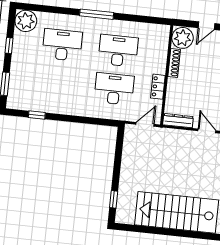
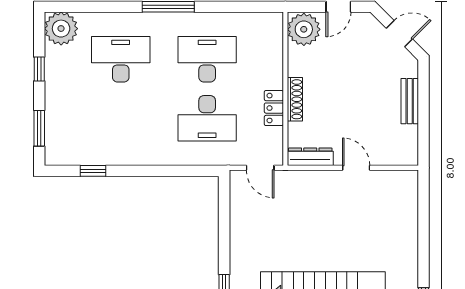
shoe rack: (174, 63) -> (295, 99), moved
desk: (114, 89) -> (207, 118), turned 180
door: (145, 124) -> (260, 168), swing flipped

